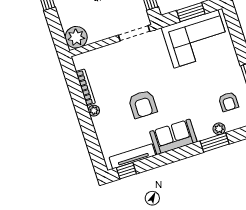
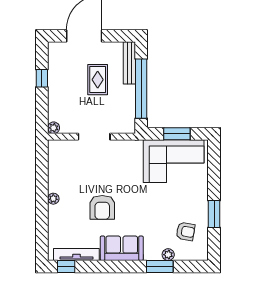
doorway: (134, 33) -> (94, 137), moved
plant: (76, 37) -> (54, 128), width x0.53, depth x0.53
bookcase: (85, 87) -> (52, 174), removed
armchair: (228, 102) -> (186, 231), turned -80

